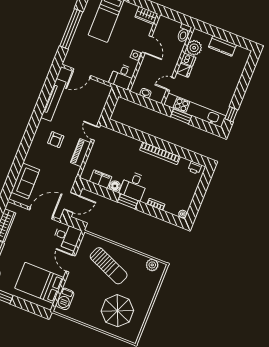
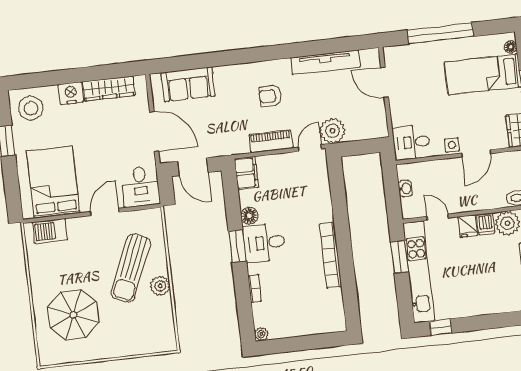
plant: (93, 116) -> (333, 131), added
printer: (195, 168) -> (337, 316), removed
filing cabinet: (101, 179) -> (246, 173), moved
plant: (152, 265) -> (160, 286), moved

